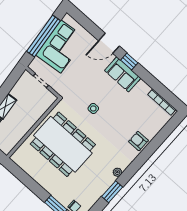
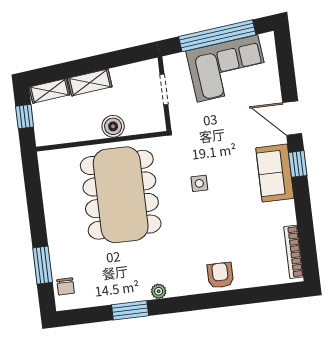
boiler: (33, 117) -> (113, 126), added

